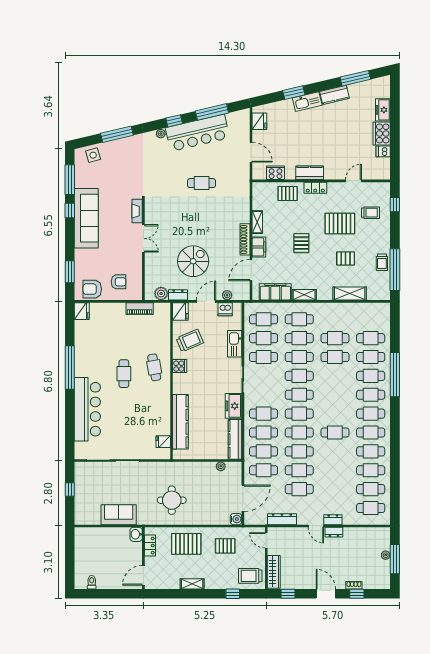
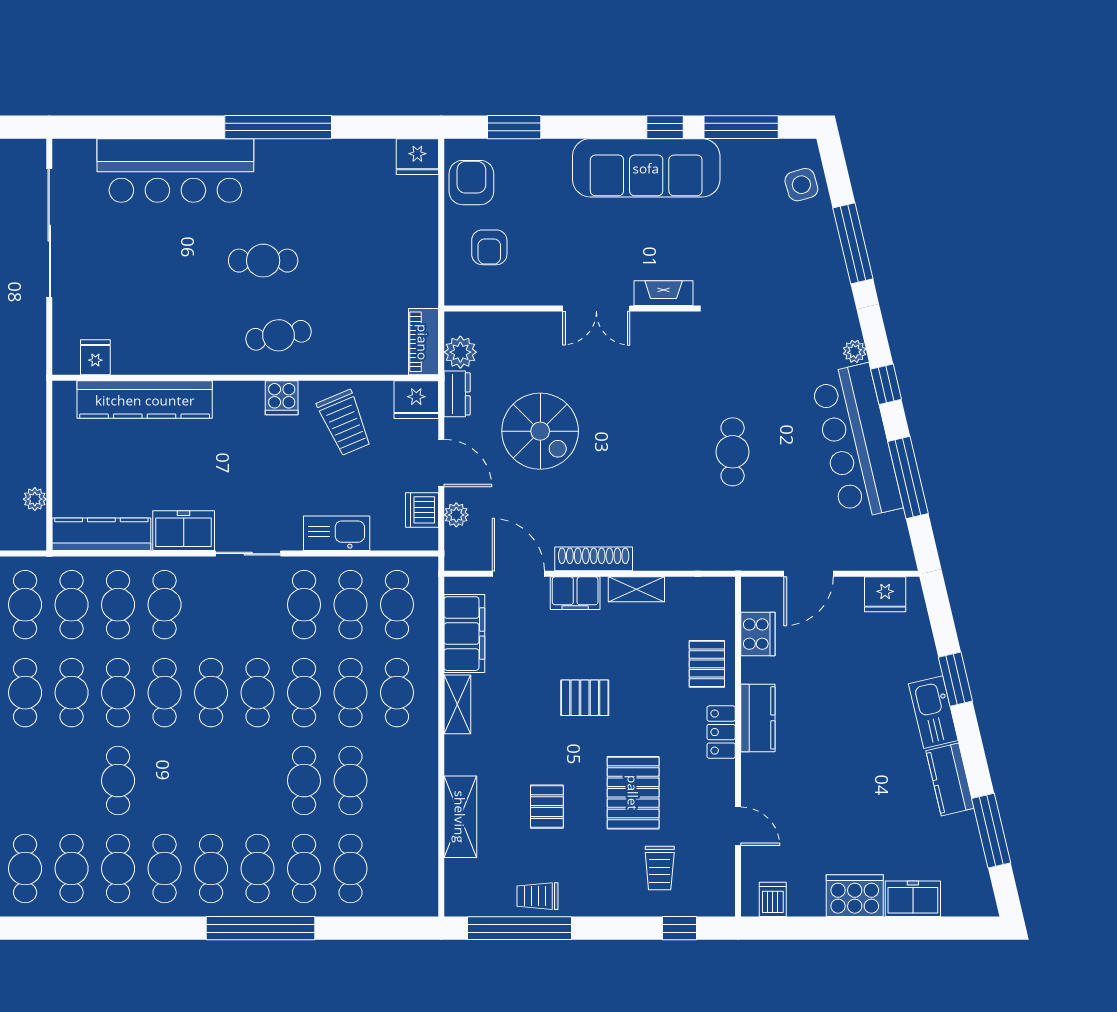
dishwasher: (383, 151) -> (773, 899), moved
piano: (140, 309) -> (423, 342), moved

